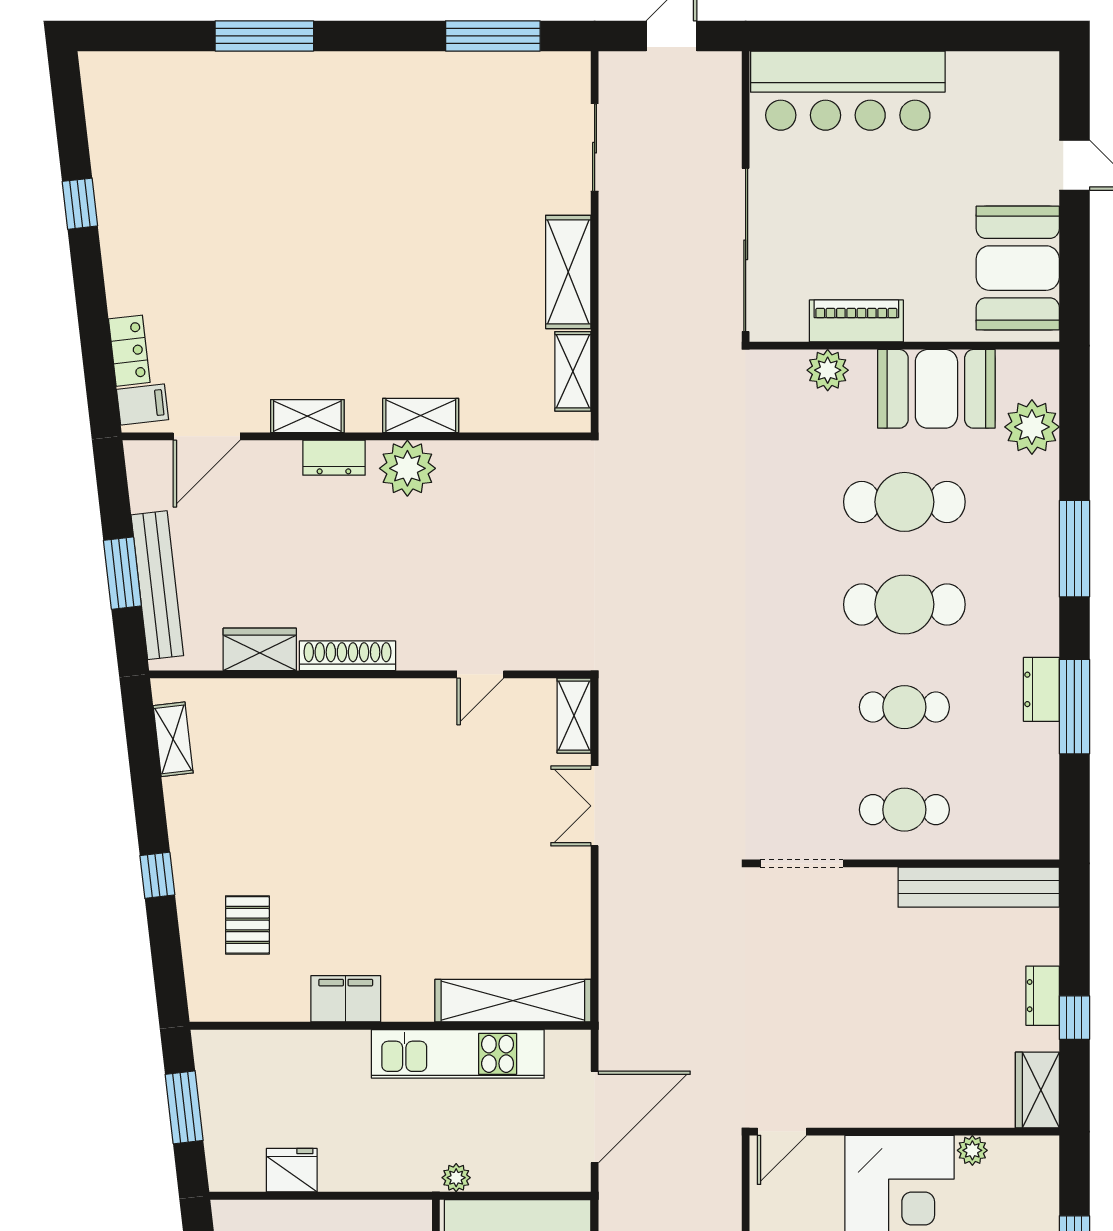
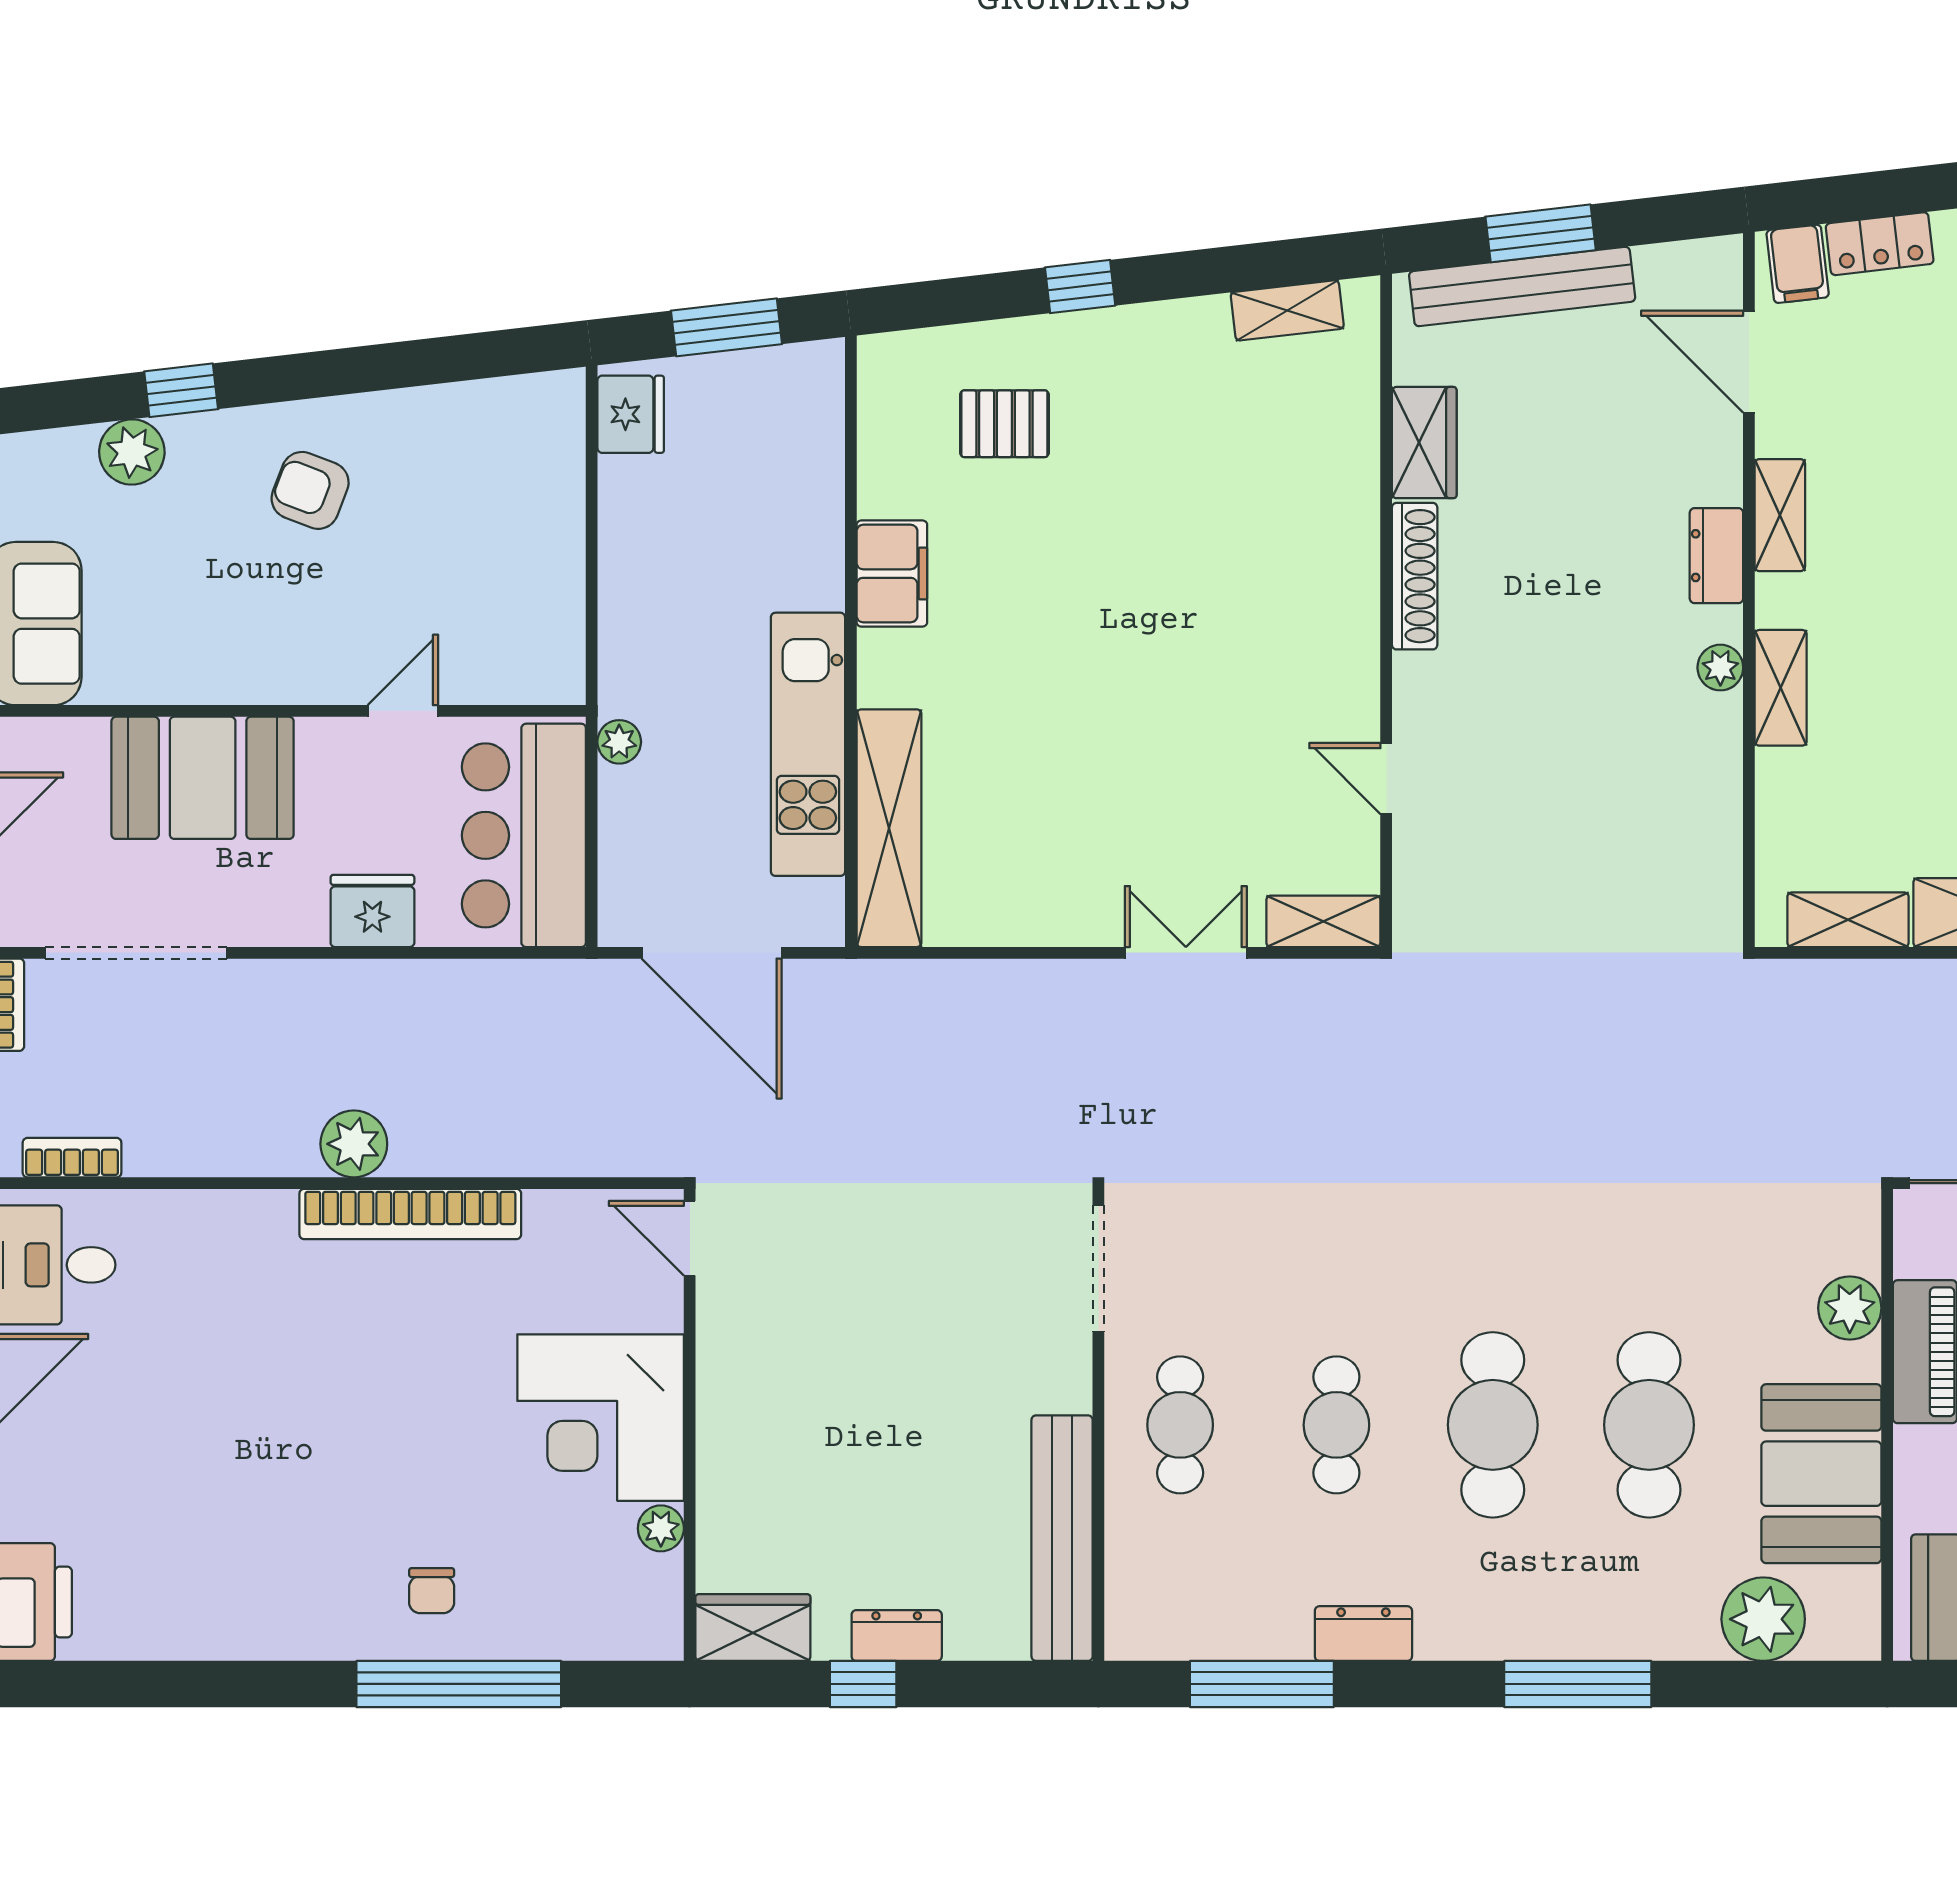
plant: (407, 468) -> (1720, 668), width x0.53, depth x0.53
window: (1074, 707) -> (1262, 1684), moved
fridge: (292, 1170) -> (631, 414), moved

